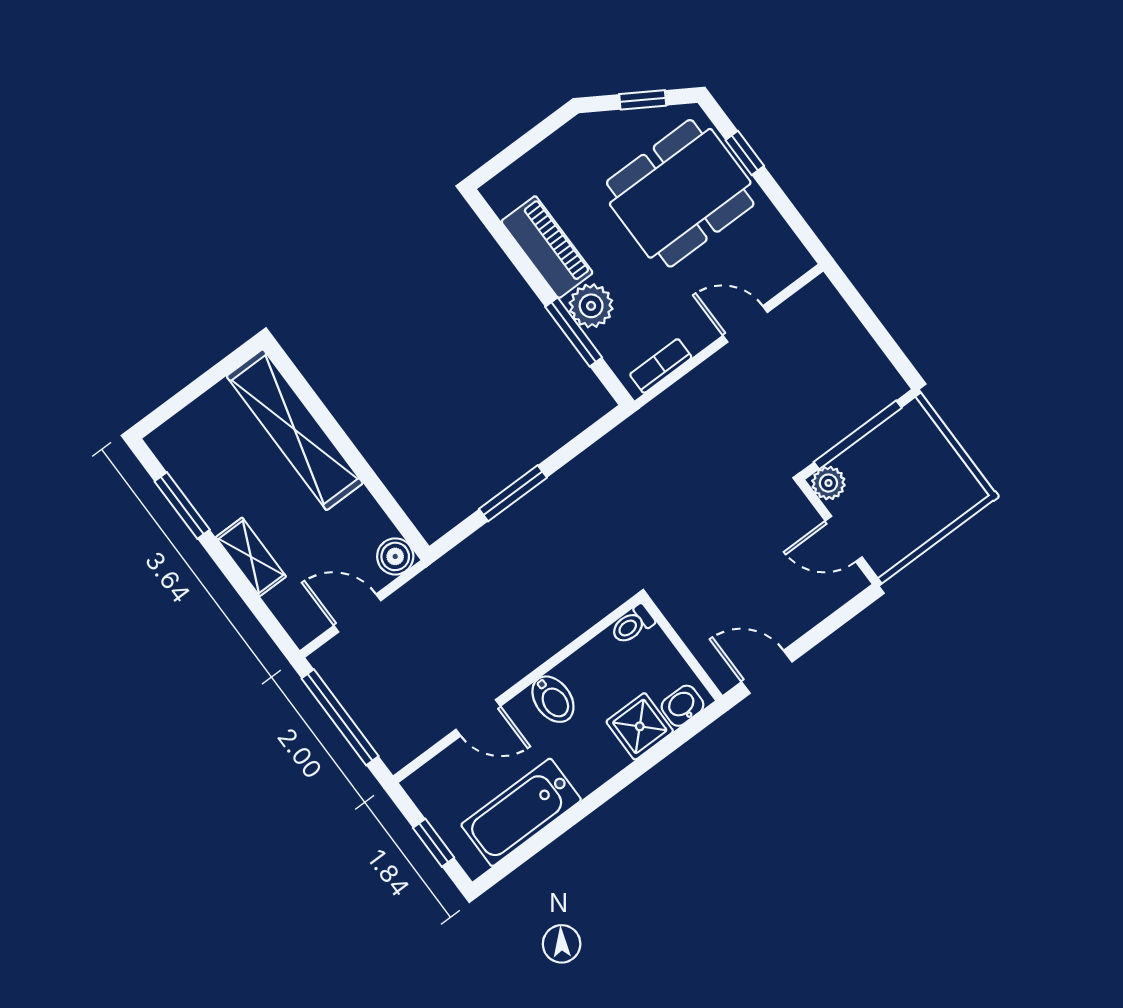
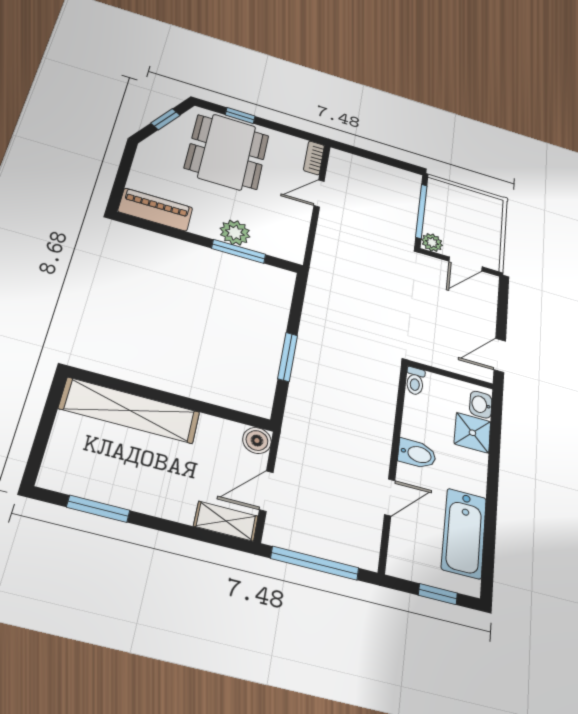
piano: (547, 247) -> (155, 210), moved
bookcase: (661, 366) -> (314, 158), moved
shelving: (251, 557) -> (226, 521), moved

